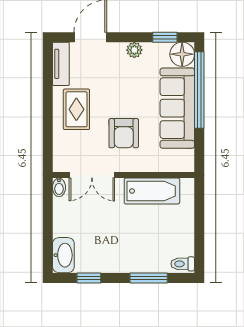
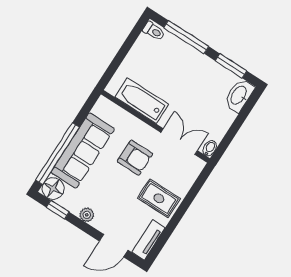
rug: (76, 109) -> (159, 198), turned 90
armchair: (124, 133) -> (135, 158), turned 90
window: (89, 278) -> (231, 66), width x1.50
window: (149, 278) -> (186, 37), width x1.44

